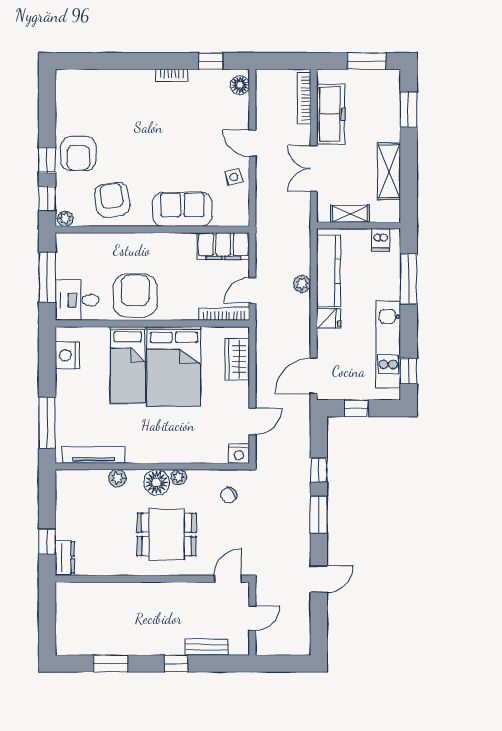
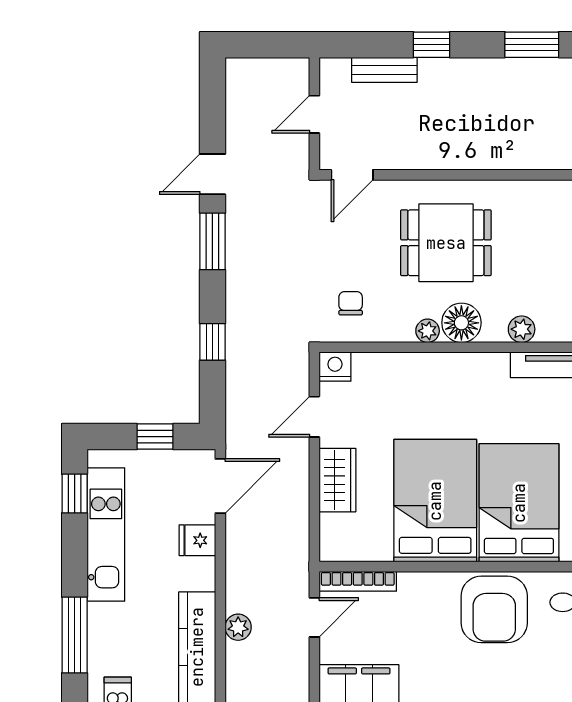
fridge: (329, 319) -> (197, 540), moved
wardrobe: (237, 359) -> (337, 480), moved
bed: (128, 365) -> (519, 503), width x1.50
chair: (229, 495) -> (351, 303), turned -54
window: (319, 515) -> (212, 241), moved

